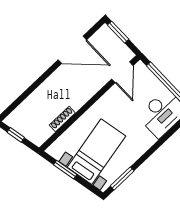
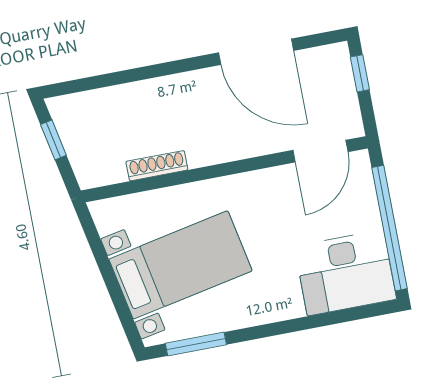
window: (118, 32) -> (360, 73), width x0.67
window: (65, 170) -> (103, 261), removed

